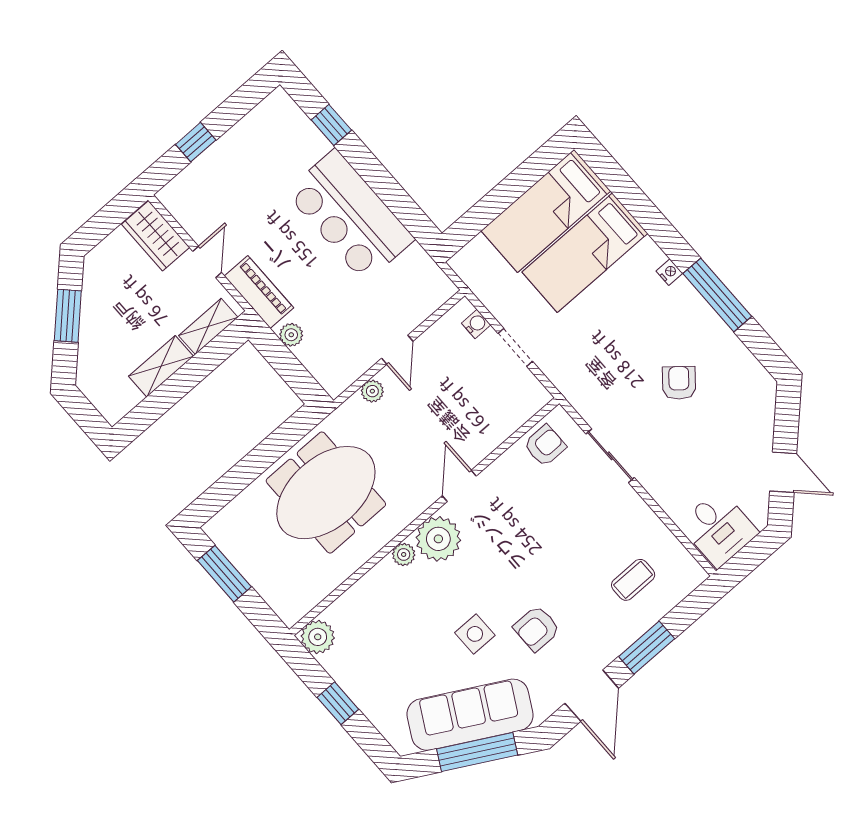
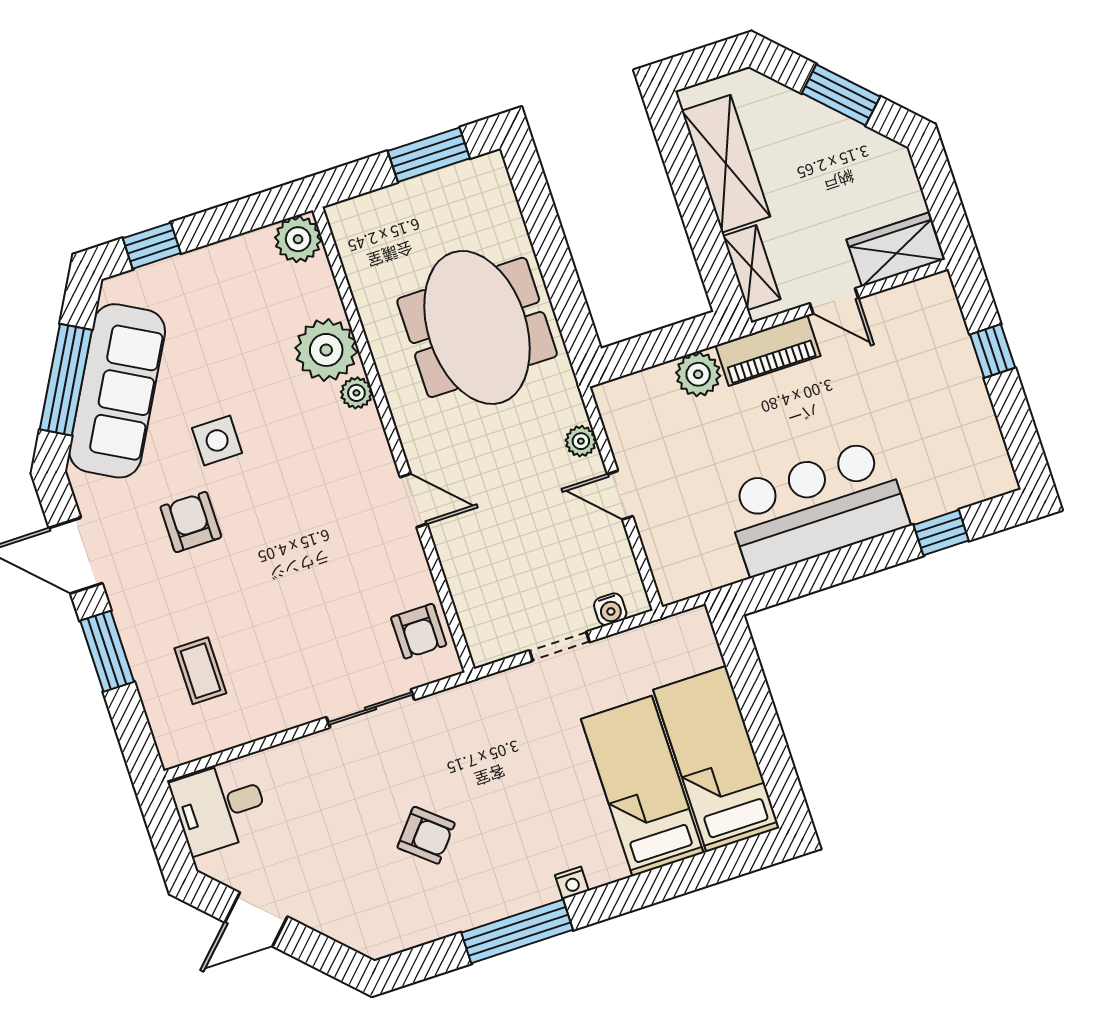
plant: (291, 335) -> (698, 374), width x1.38, depth x1.38
shelving: (161, 366) -> (726, 164), width x1.50, depth x1.33
plant: (438, 539) -> (326, 350), moved
window: (338, 703) -> (152, 246), moved

